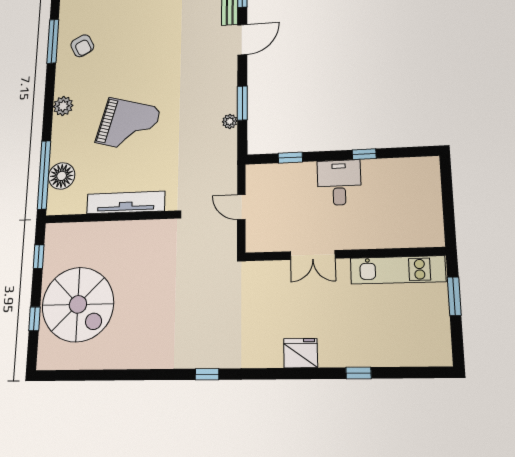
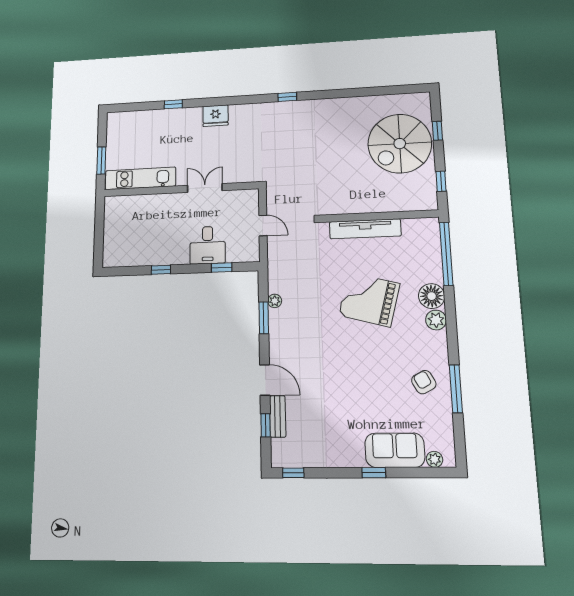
door: (242, 40) -> (265, 380), swing flipped
floor lamp: (62, 176) -> (432, 296), moved
desk: (339, 183) -> (208, 245), moved
spiral stairs: (78, 304) -> (400, 144), turned -90

